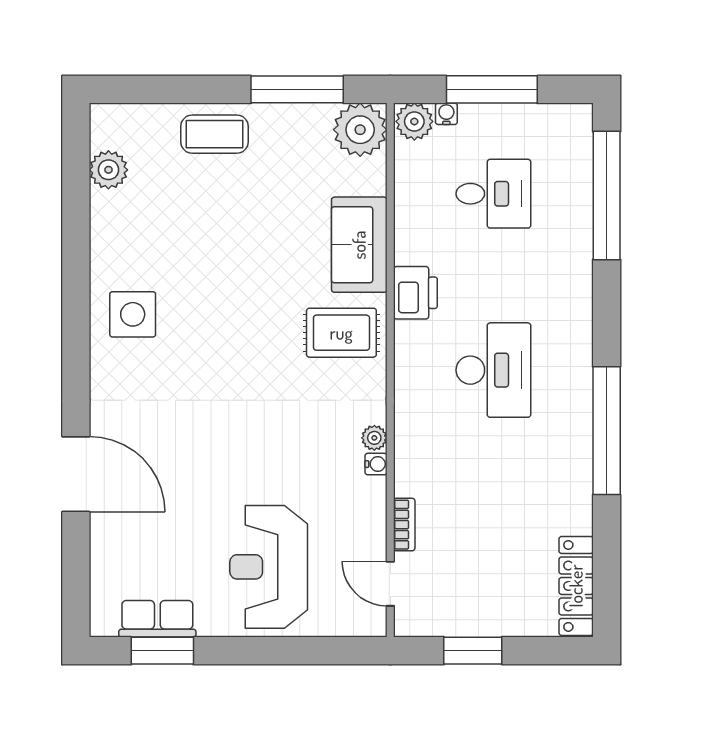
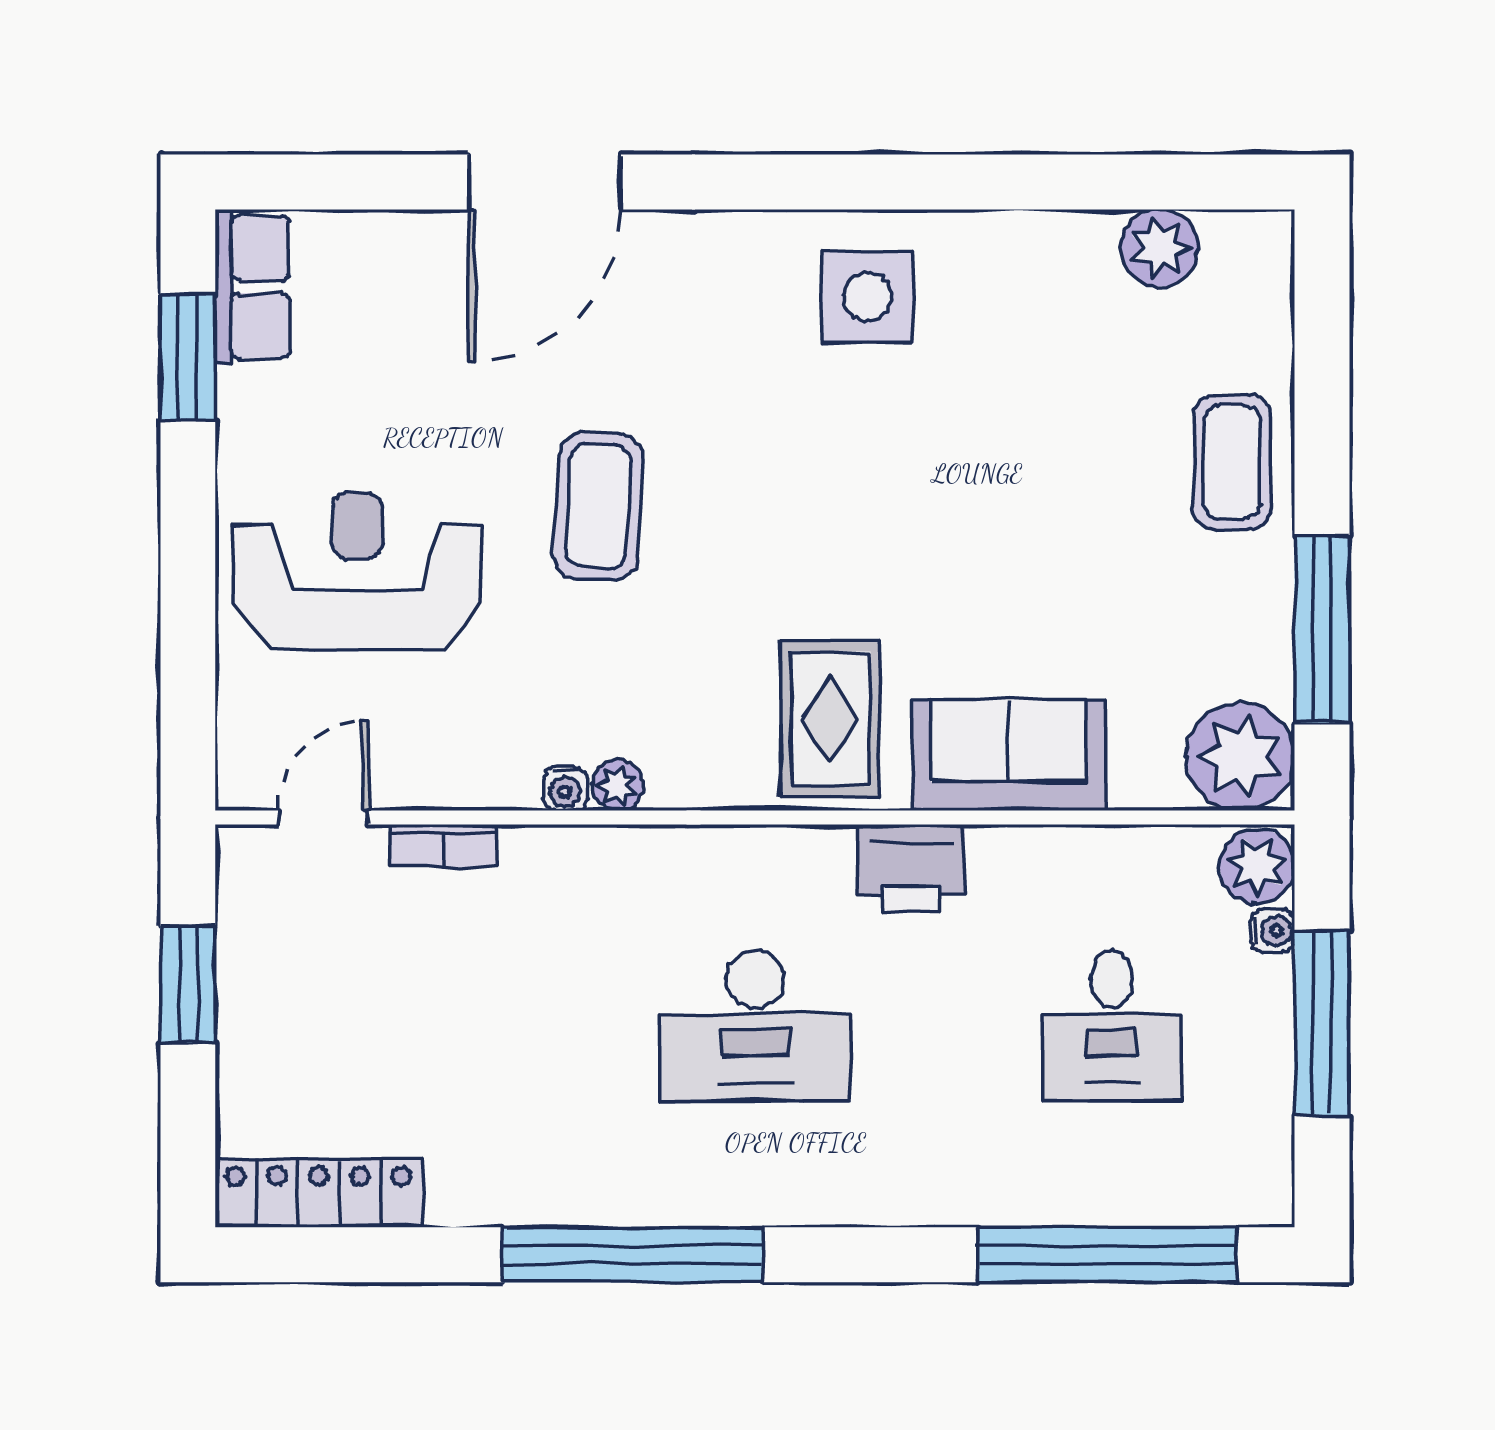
coffee table: (236, 448) -> (598, 506), added
row of seats: (157, 619) -> (252, 287), moved

